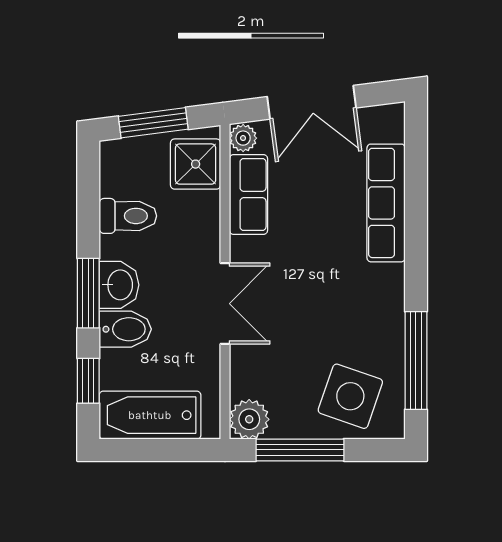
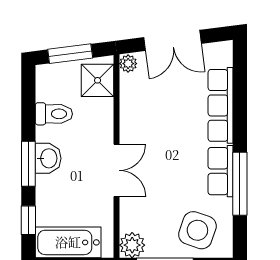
row of seats: (248, 195) -> (221, 171), moved, turned 180
bidet: (125, 329) -> (52, 187), removed
window: (416, 360) -> (240, 184), moved

